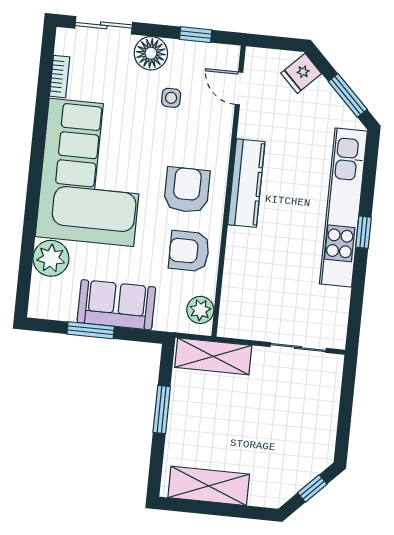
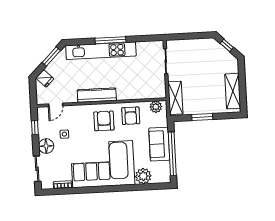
armchair: (187, 190) -> (104, 121), turned 90
window: (363, 232) -> (110, 40), width x2.17
window: (91, 330) -> (172, 154), width x2.11

